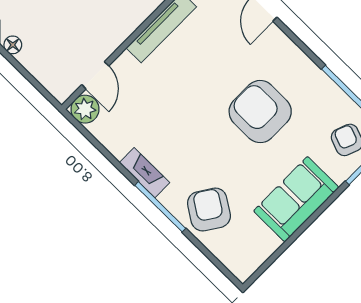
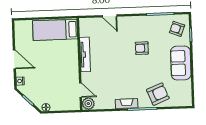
armchair: (260, 112) -> (142, 48), width x0.53, depth x0.53
armchair: (209, 210) -> (158, 94), turned 125

